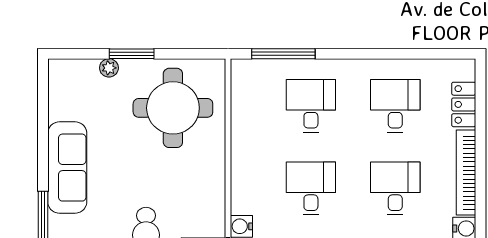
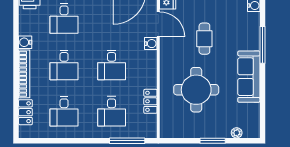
plant: (109, 68) -> (237, 133), moved
round table: (173, 108) -> (196, 90), moved
locker: (242, 124) -> (150, 101), added

